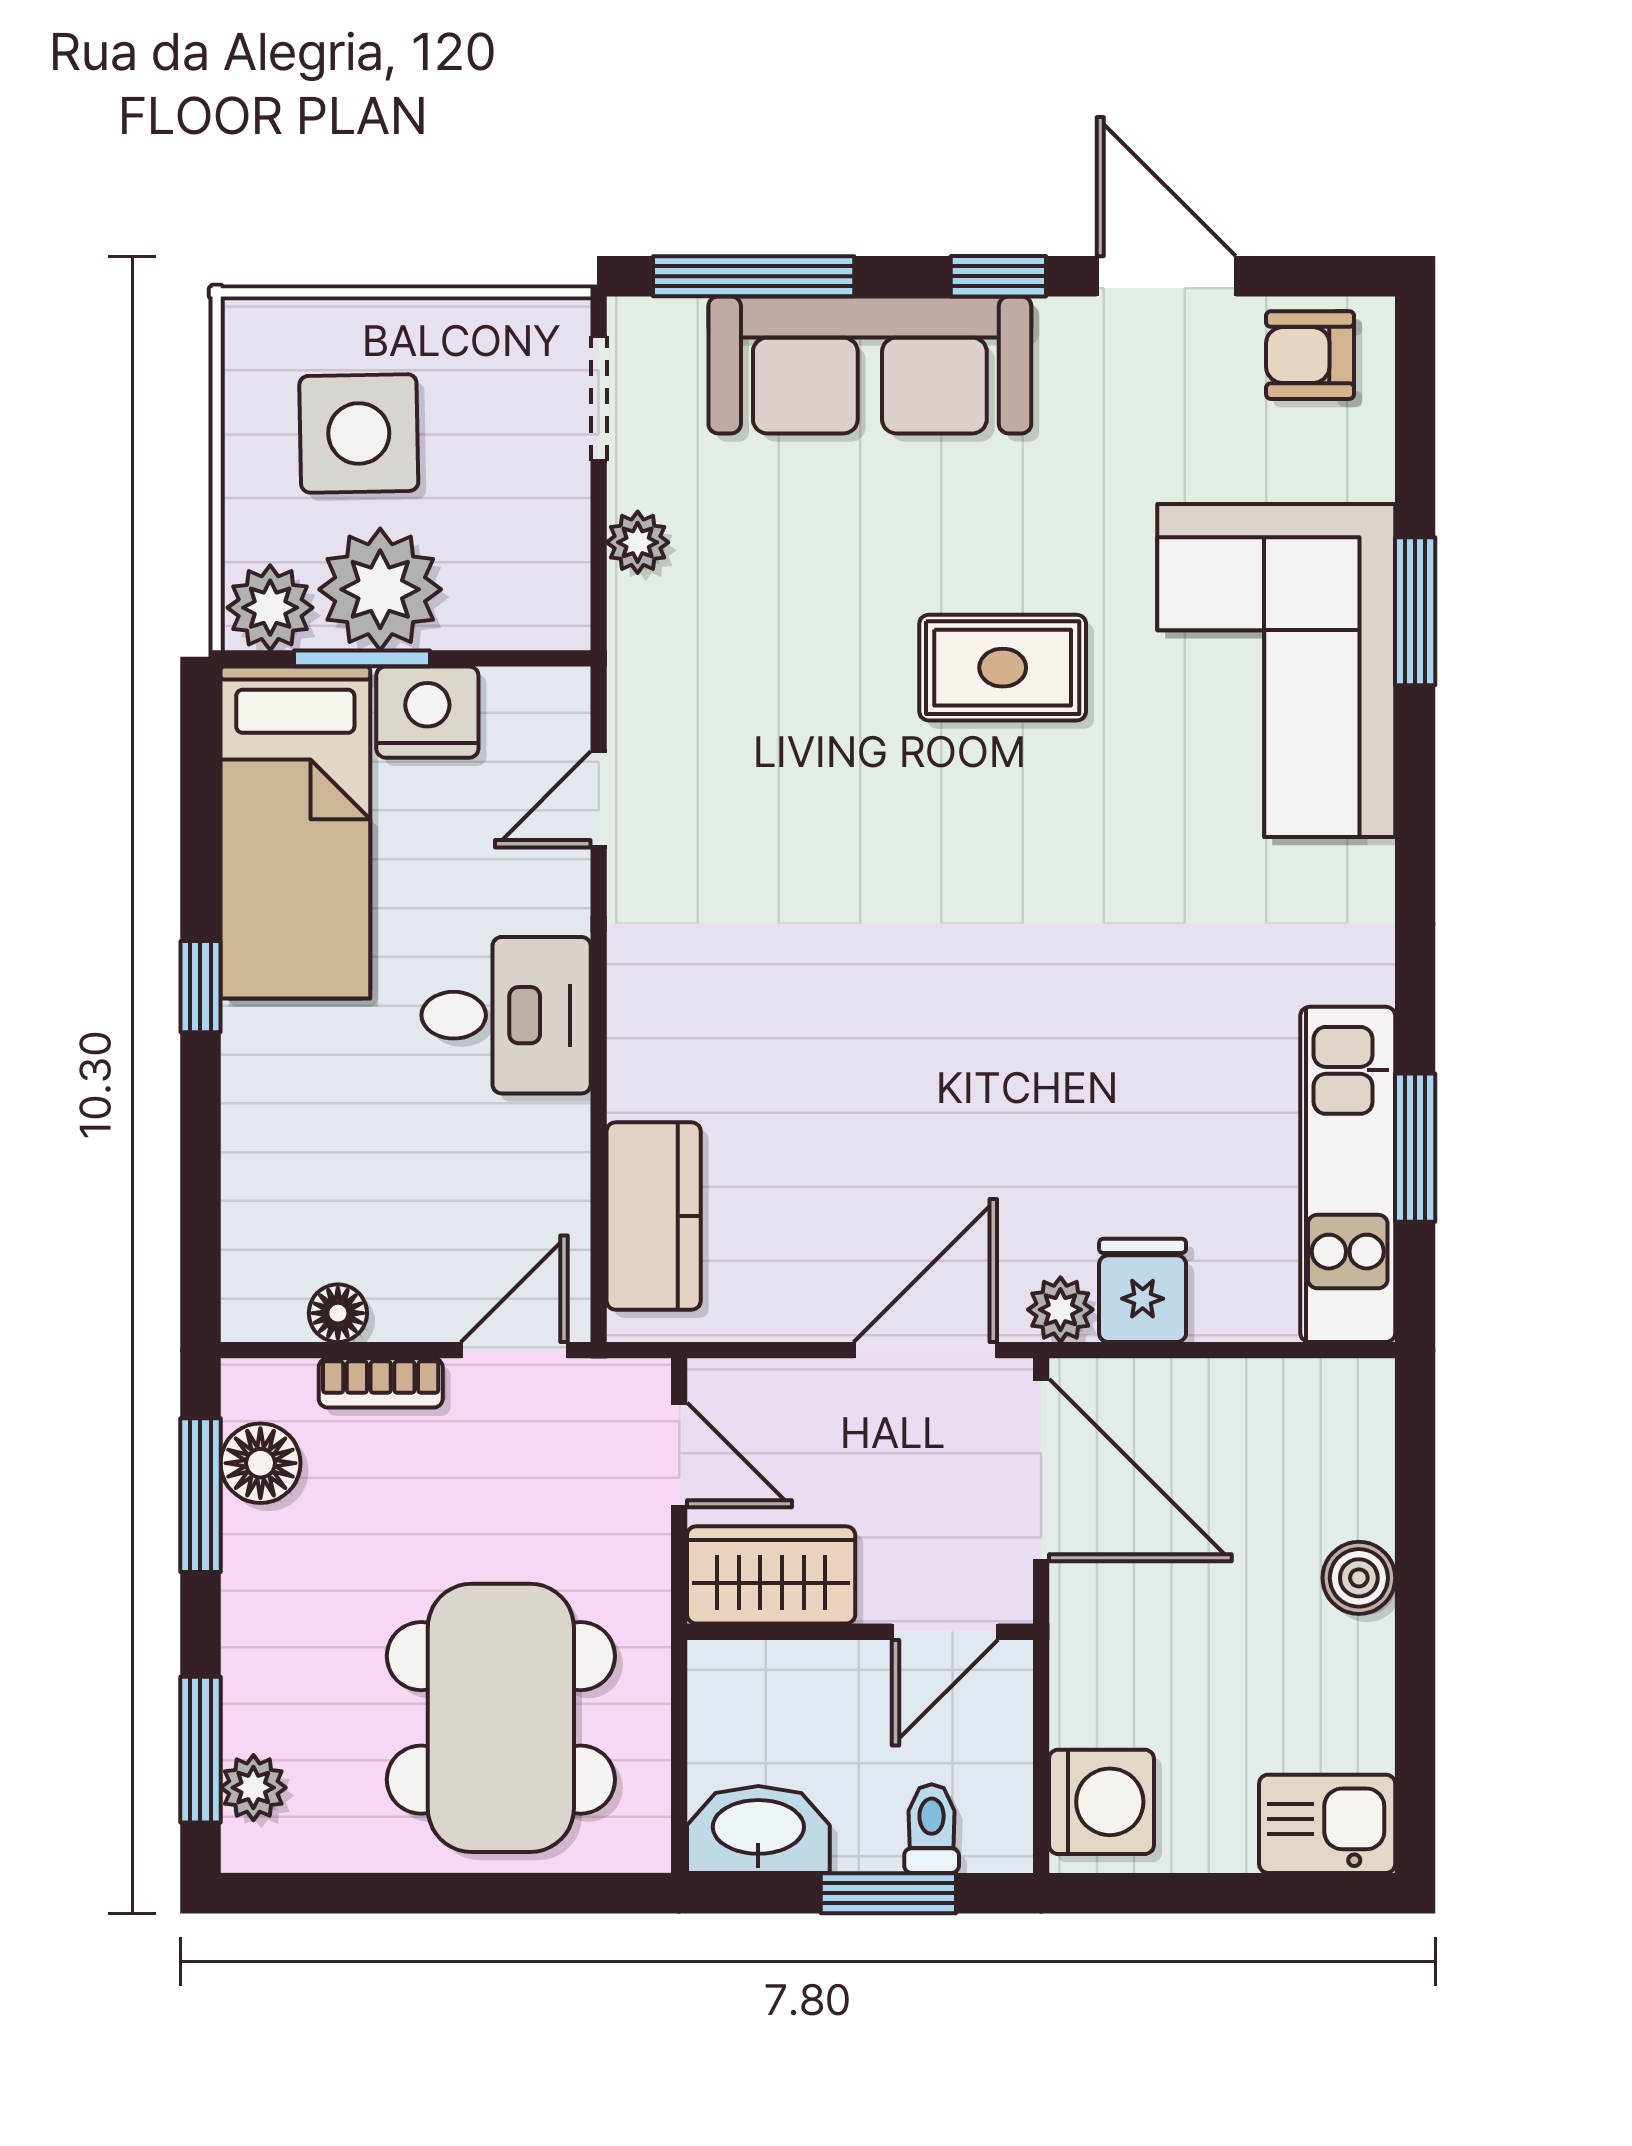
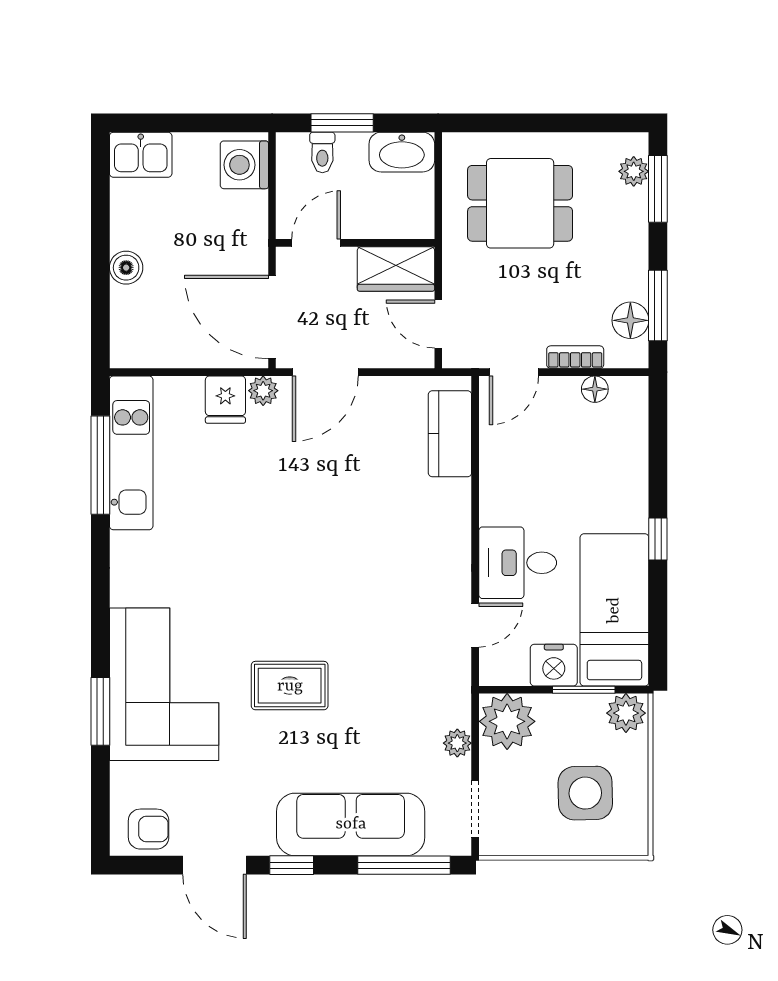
plant: (380, 589) -> (507, 721), moved
desk: (506, 1015) -> (518, 563), moved
window: (1415, 1148) -> (100, 465), width x1.44
dining table: (501, 1718) -> (520, 203), width x0.73

